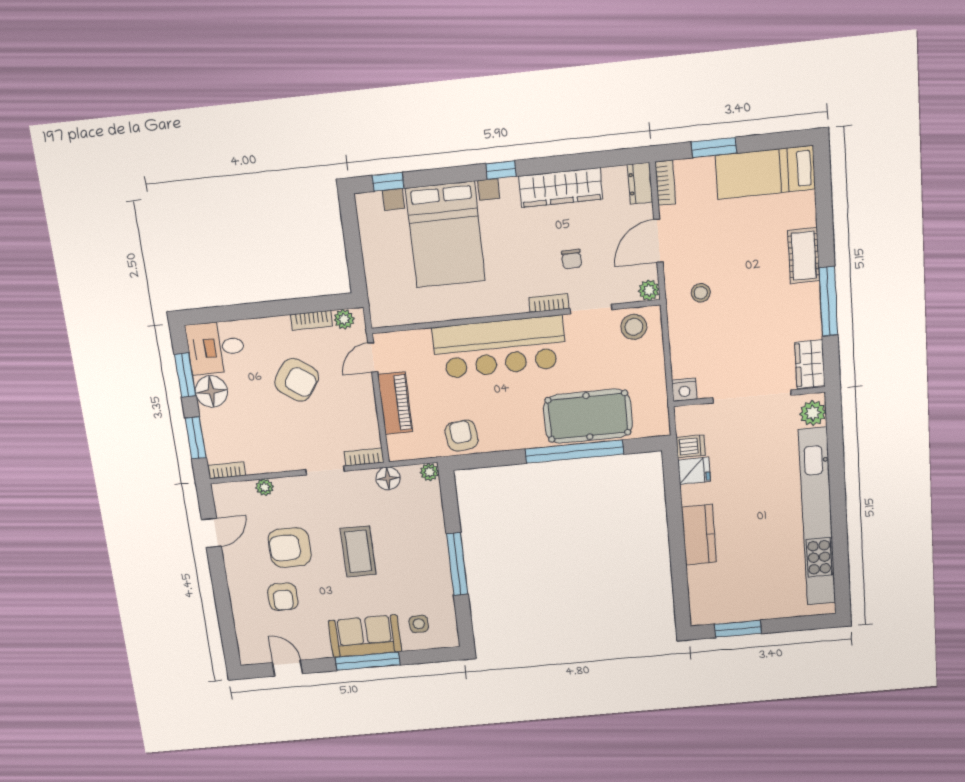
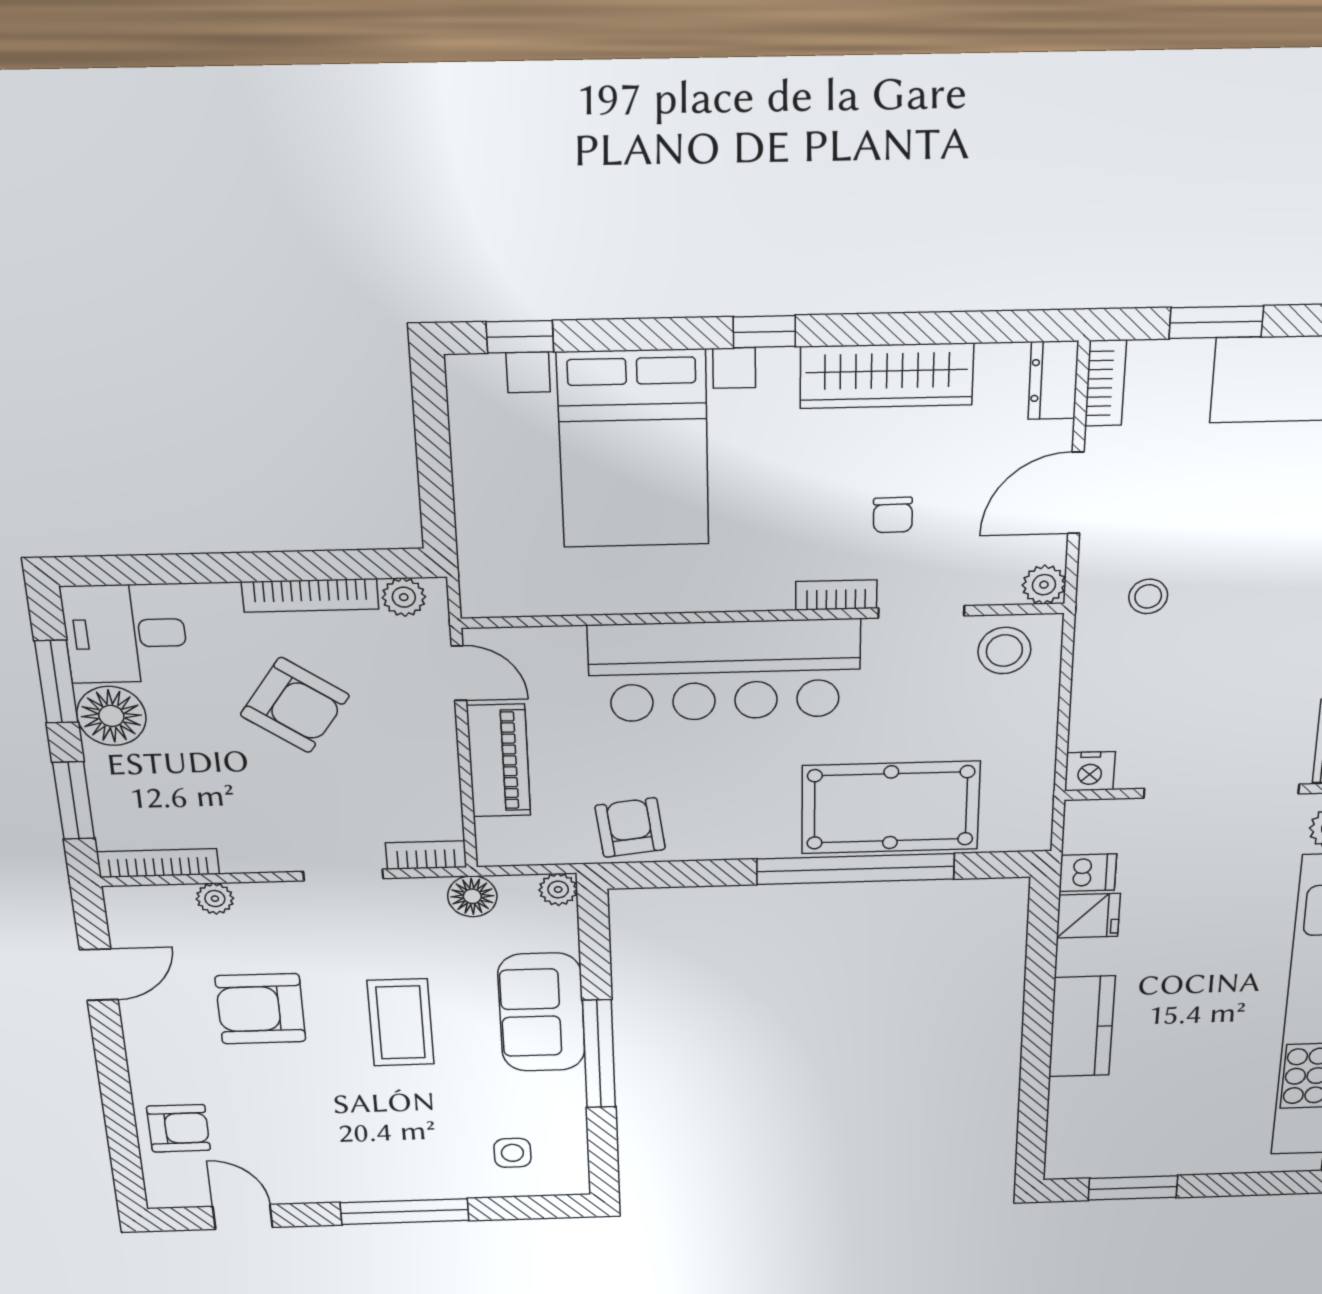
bookcase: (312, 320) -> (310, 595), width x1.56
door: (373, 357) -> (459, 673), swing flipped
bookcase: (227, 470) -> (158, 863), width x1.56
armchair: (283, 597) -> (178, 1128), moved, turned -90
sofa: (365, 636) -> (541, 1012), moved, turned -90

